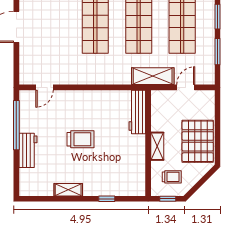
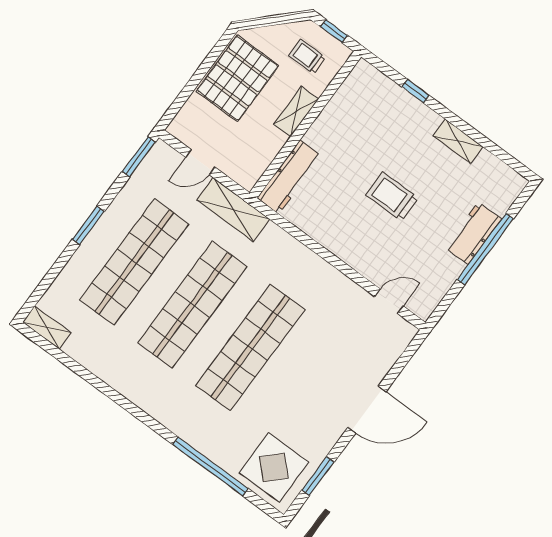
window: (218, 52) -> (139, 157), moved
window: (16, 125) -> (485, 249), moved

